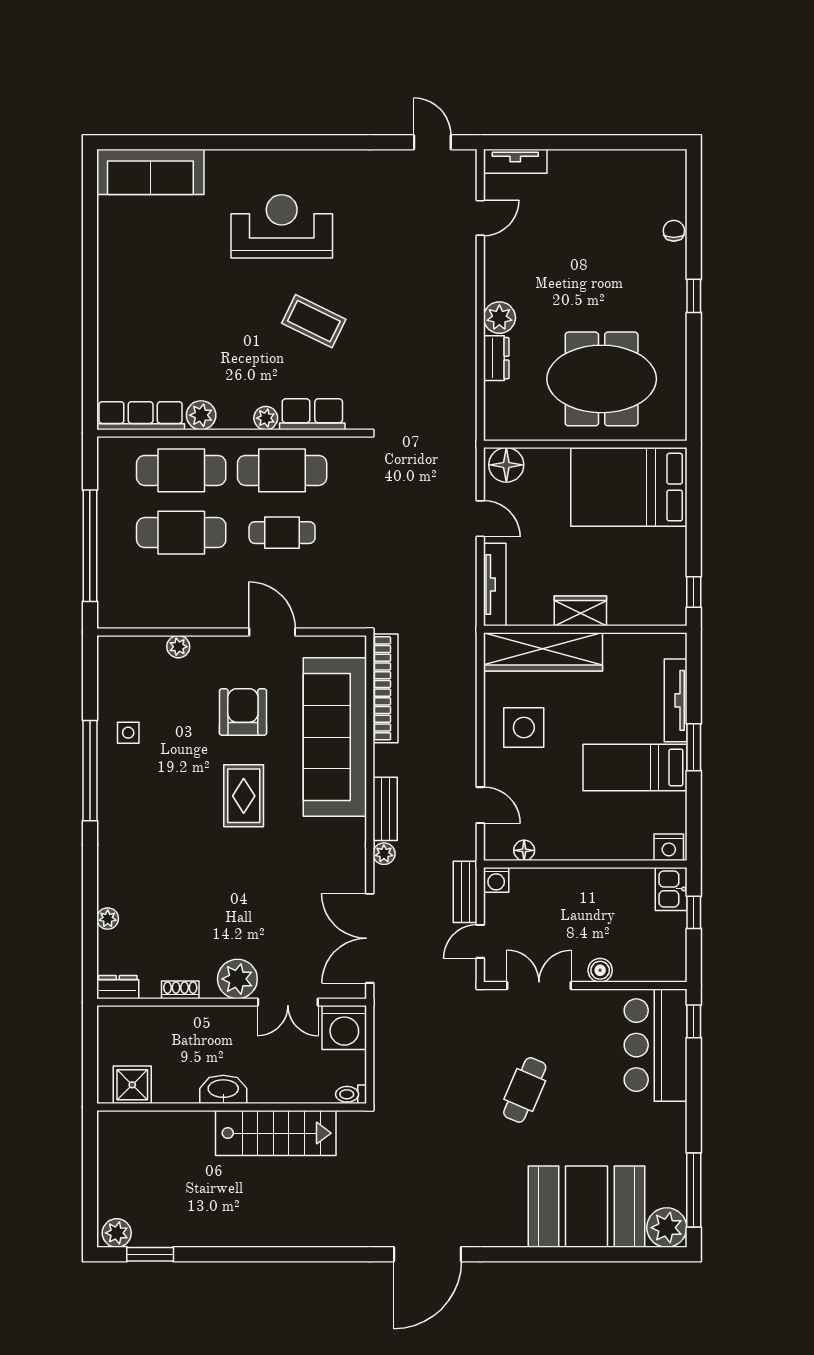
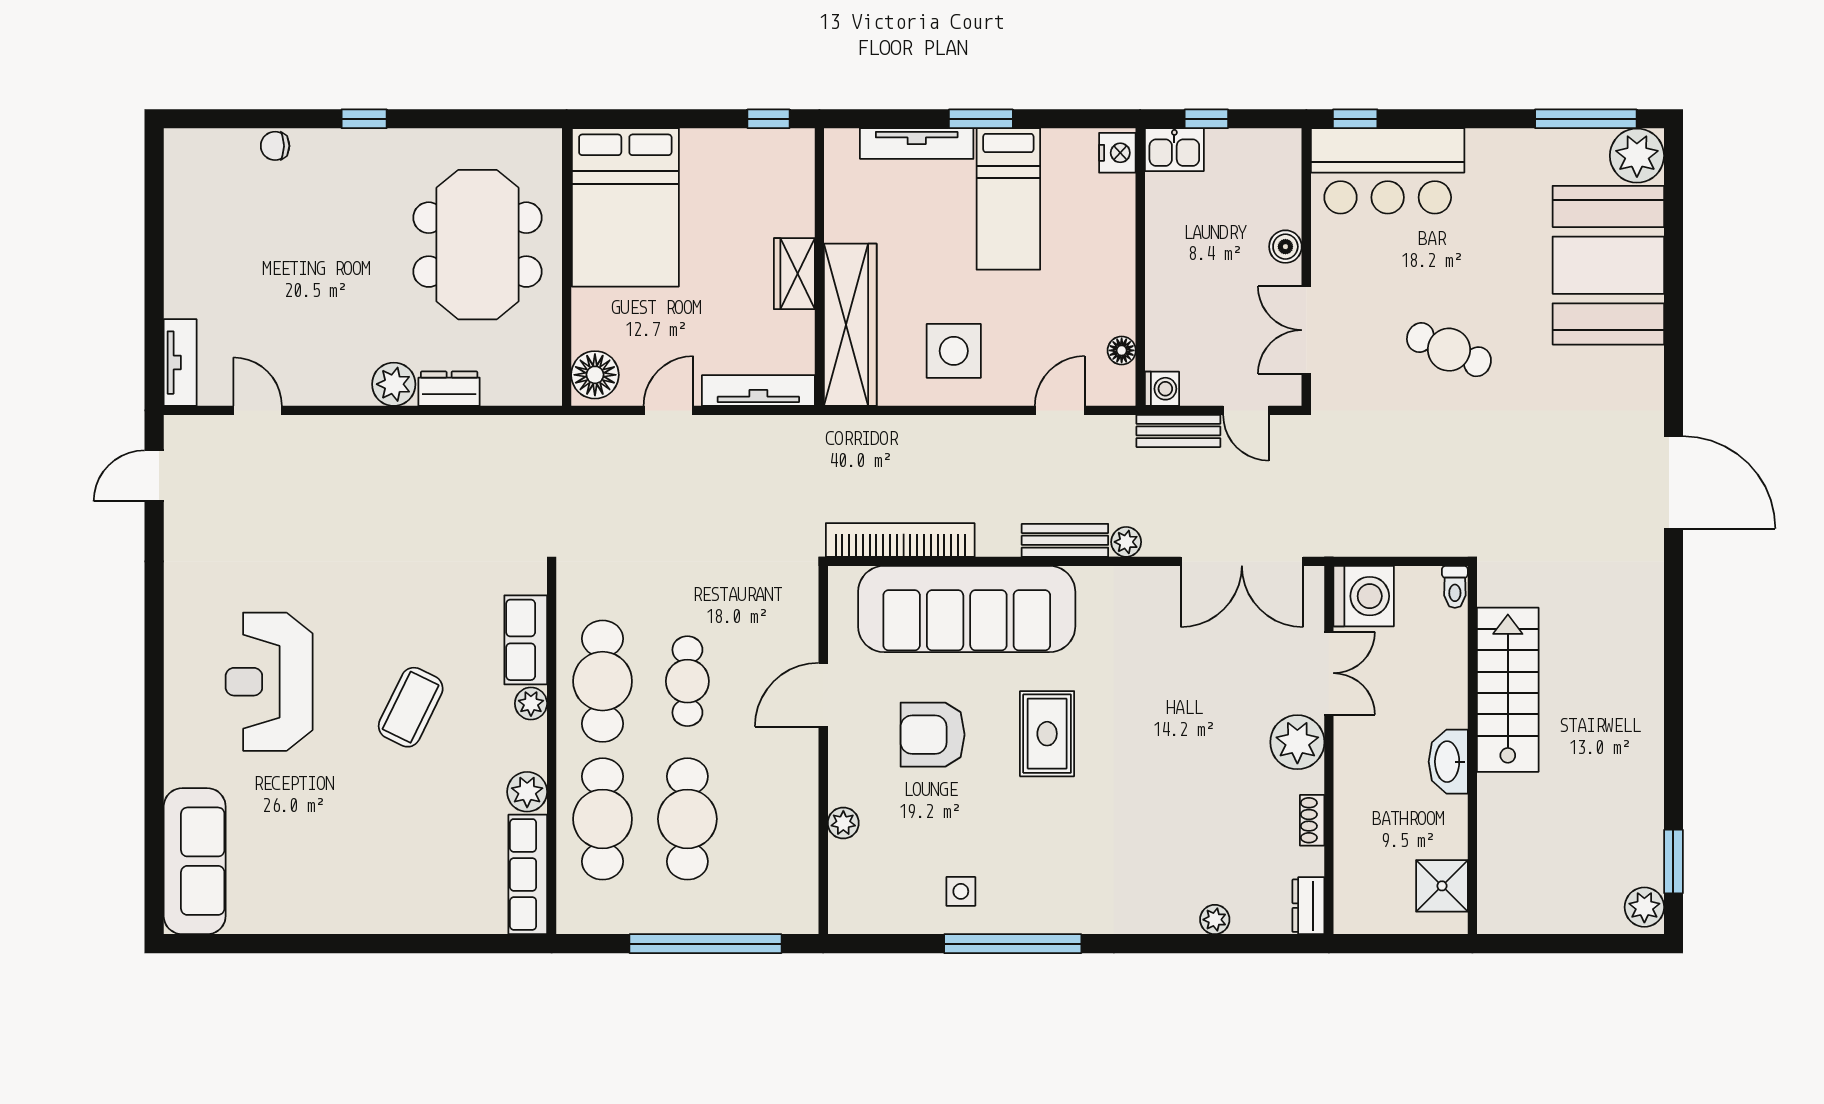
coffee table: (314, 321) -> (411, 707), moved
rug: (244, 796) -> (1047, 734), turned 90

